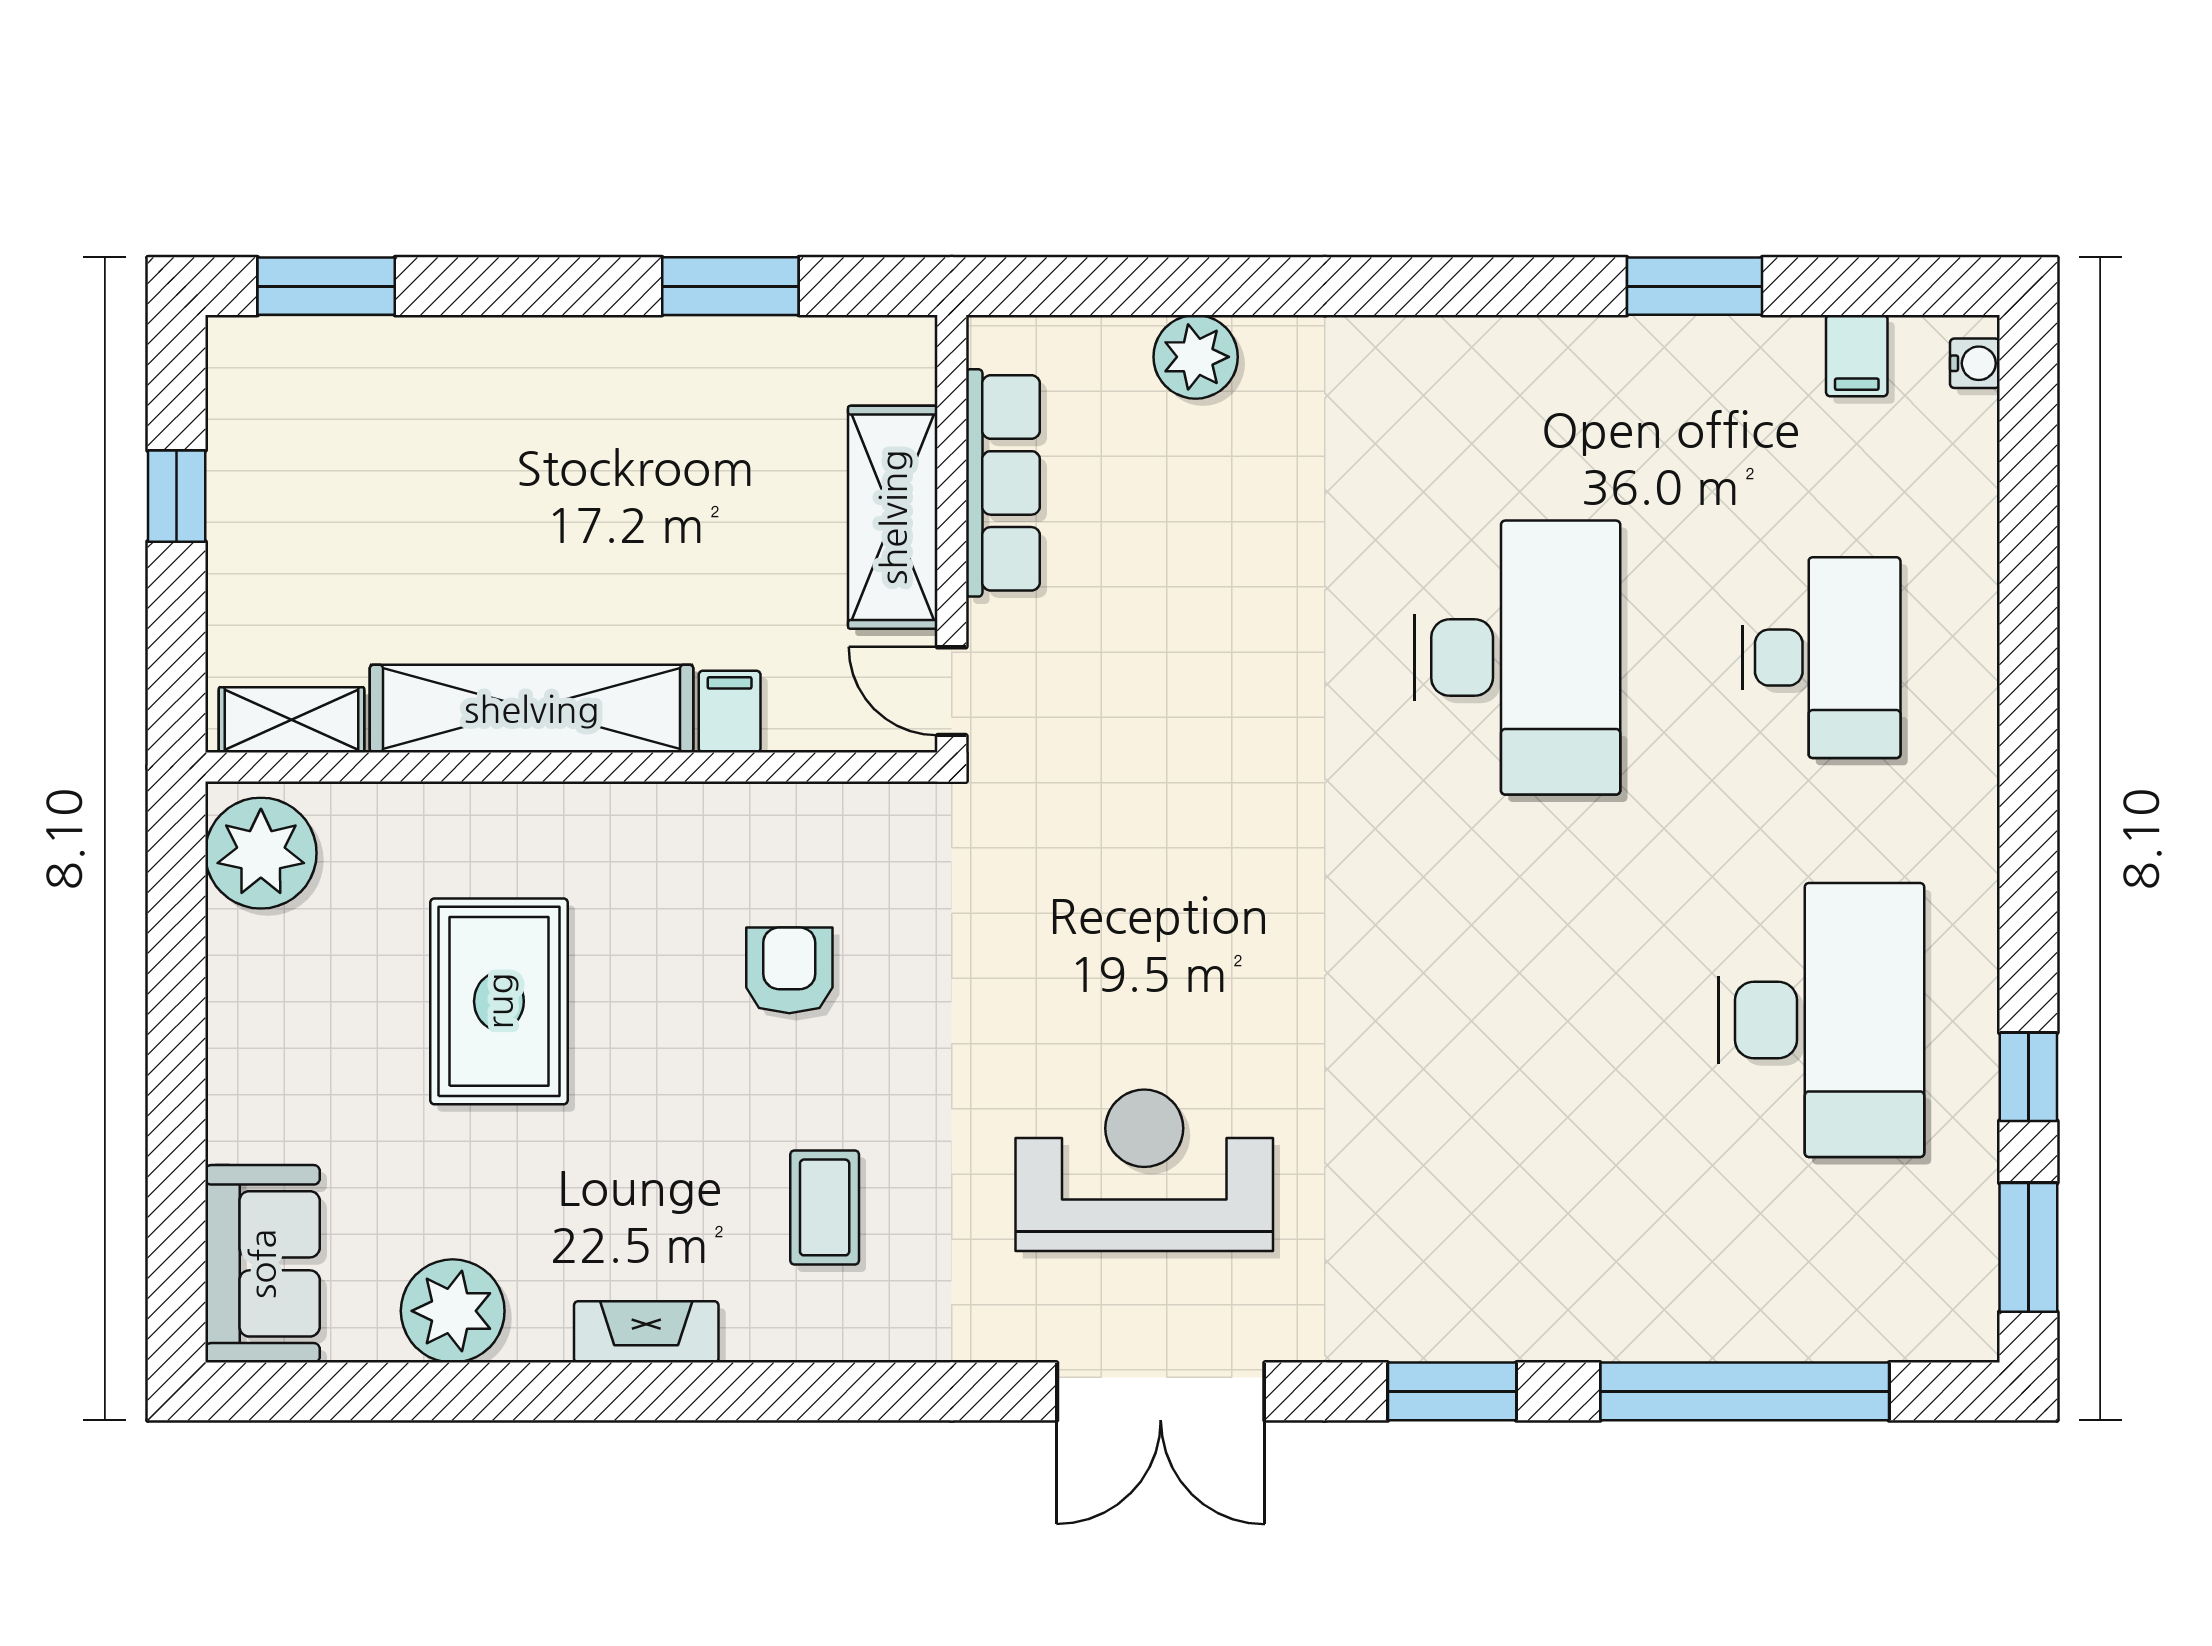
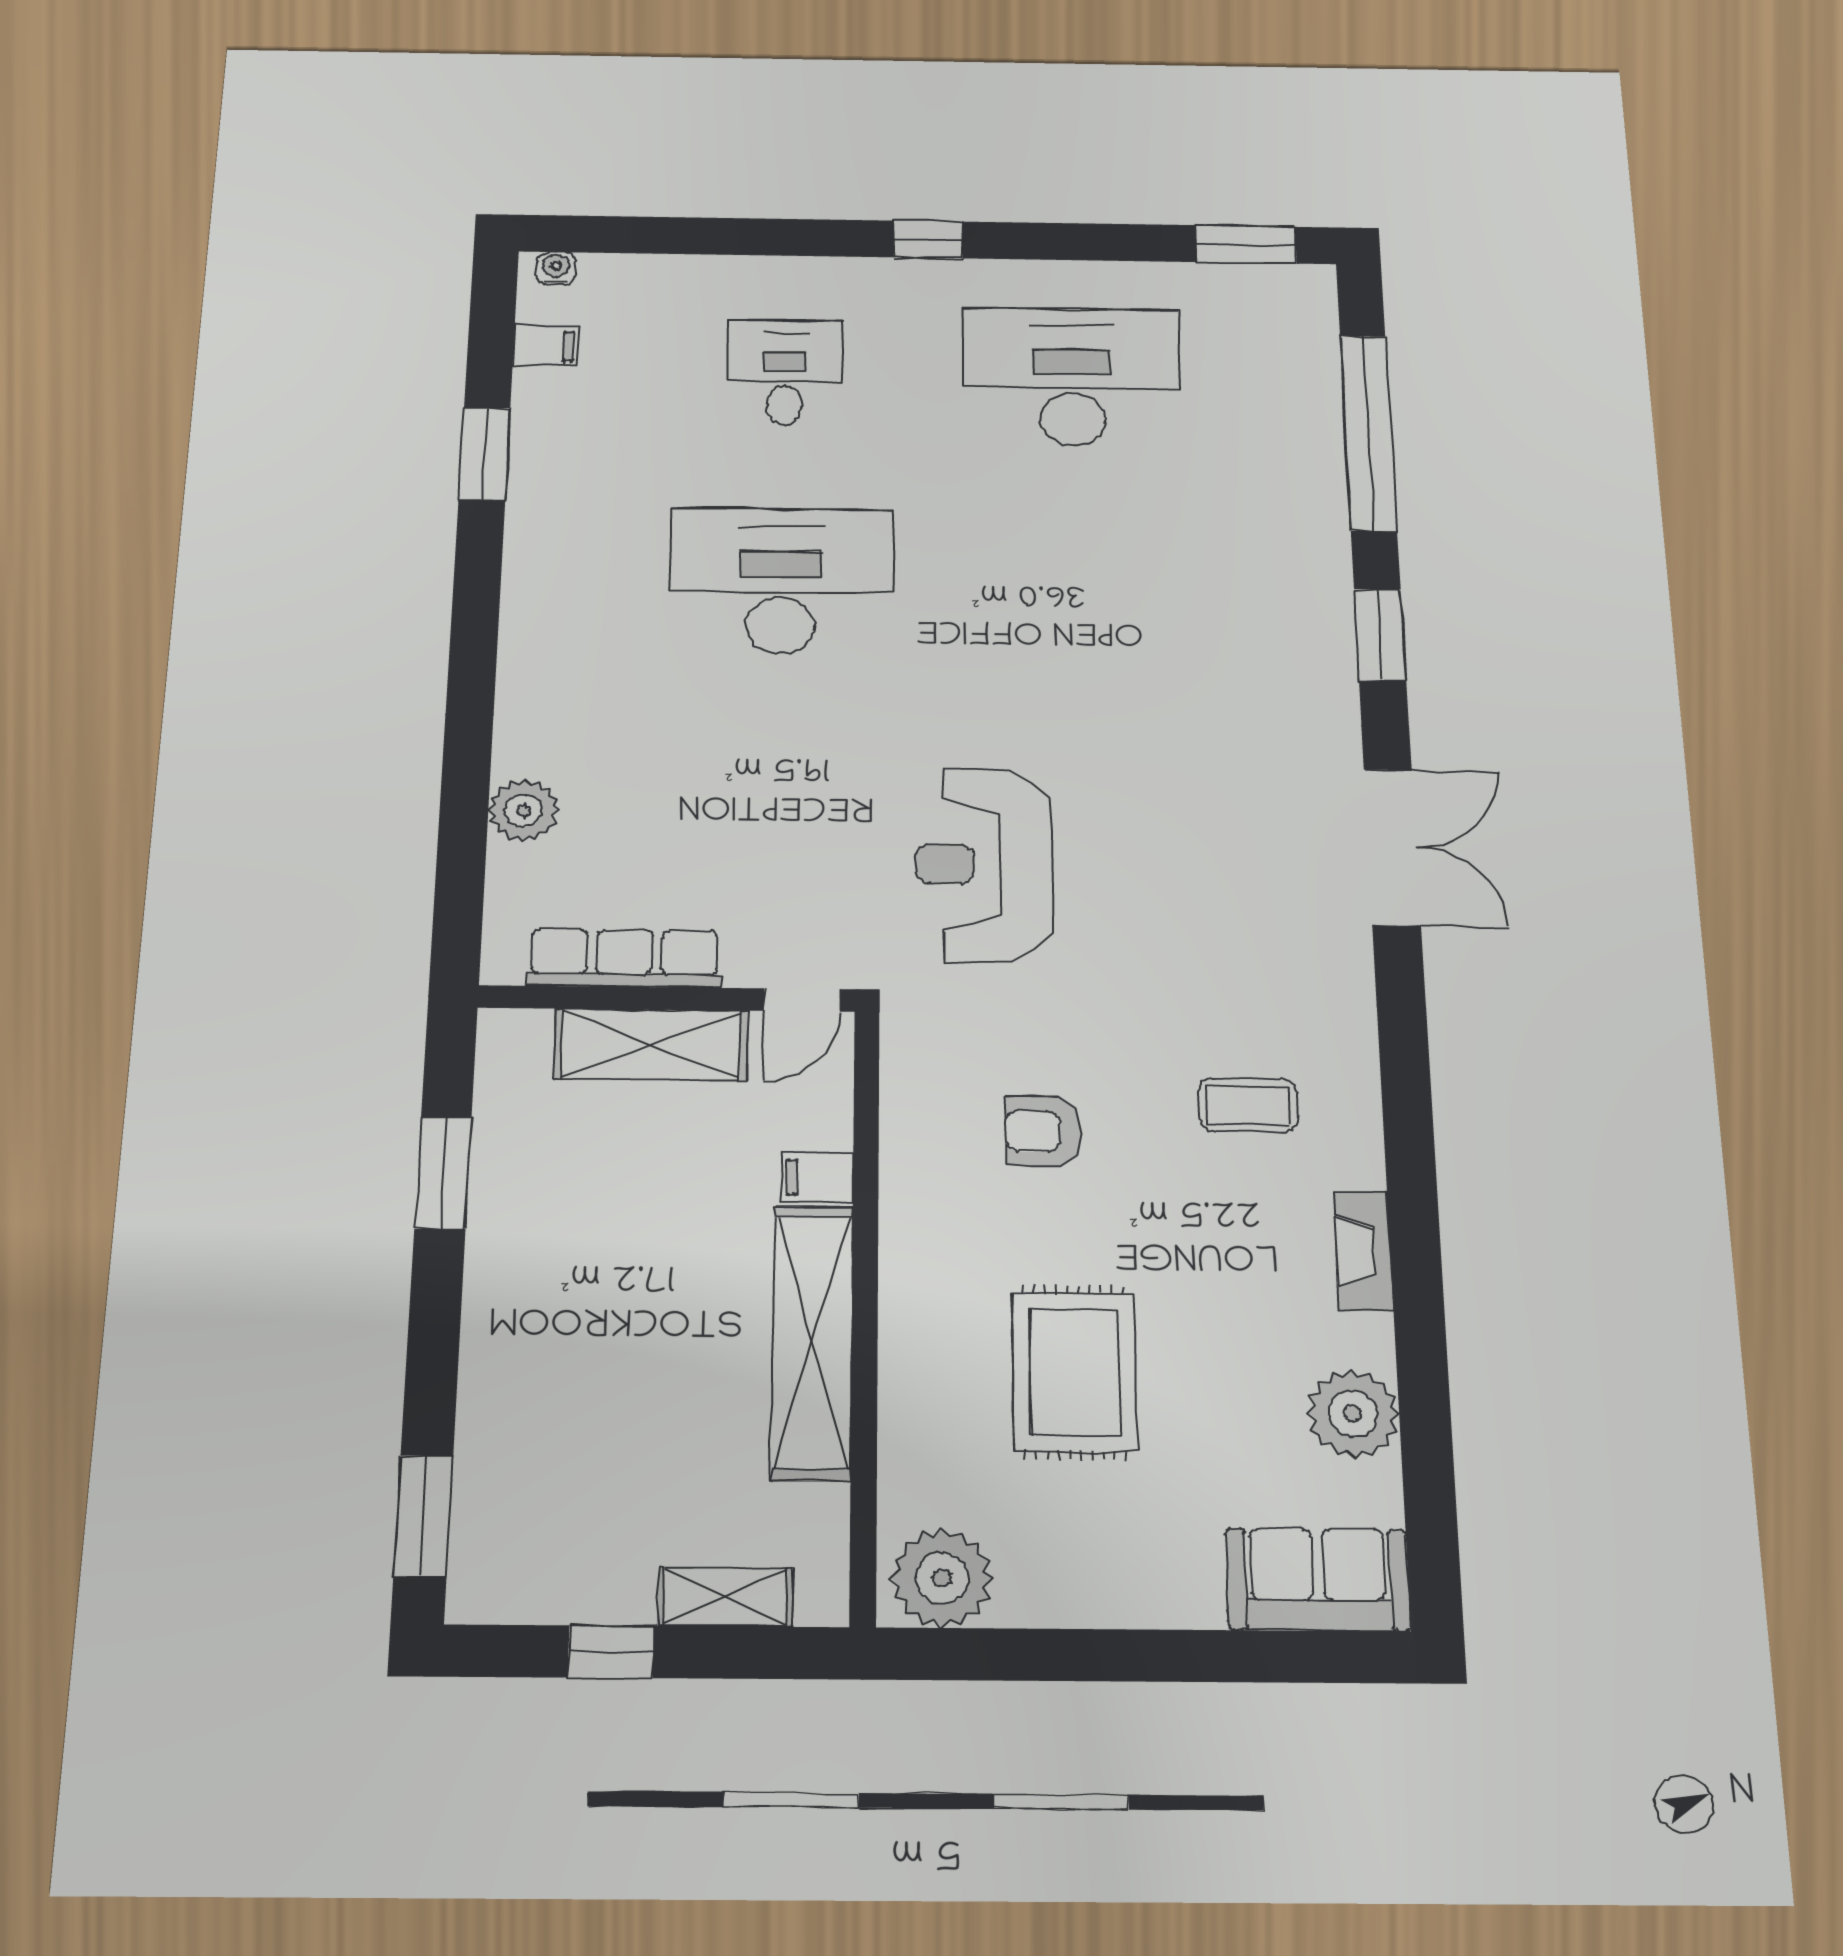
desk: (1821, 658) -> (785, 373), width x0.73
shelving: (291, 720) -> (725, 1597), moved, turned 90
rug: (499, 1001) -> (1074, 1372), turned 90
window: (2028, 1077) -> (928, 239), moved
reception desk: (1144, 1170) -> (984, 864), moved

